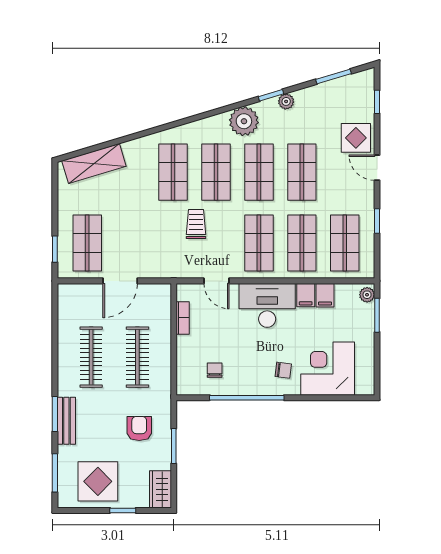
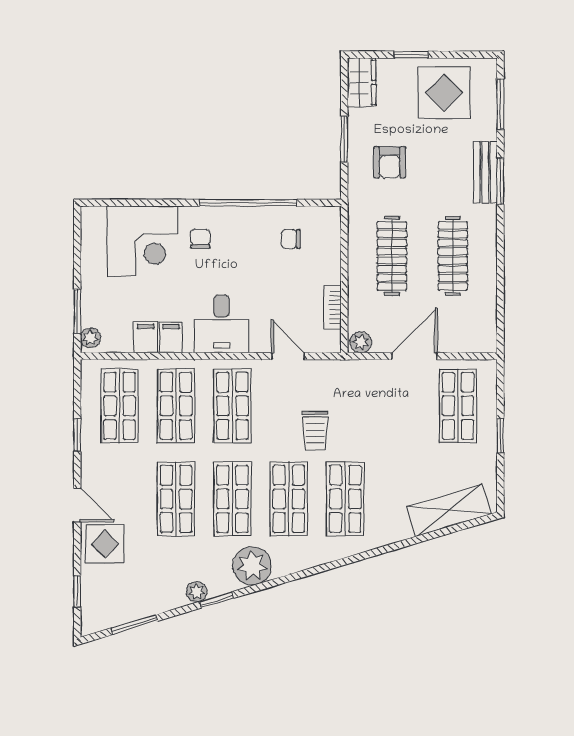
window: (55, 249) -> (500, 436), moved
plant: (161, 291) -> (361, 342), added
desk: (267, 305) -> (222, 324), width x0.73
chair: (215, 370) -> (291, 239), turned 90
chair: (283, 370) -> (200, 239), turned 83

